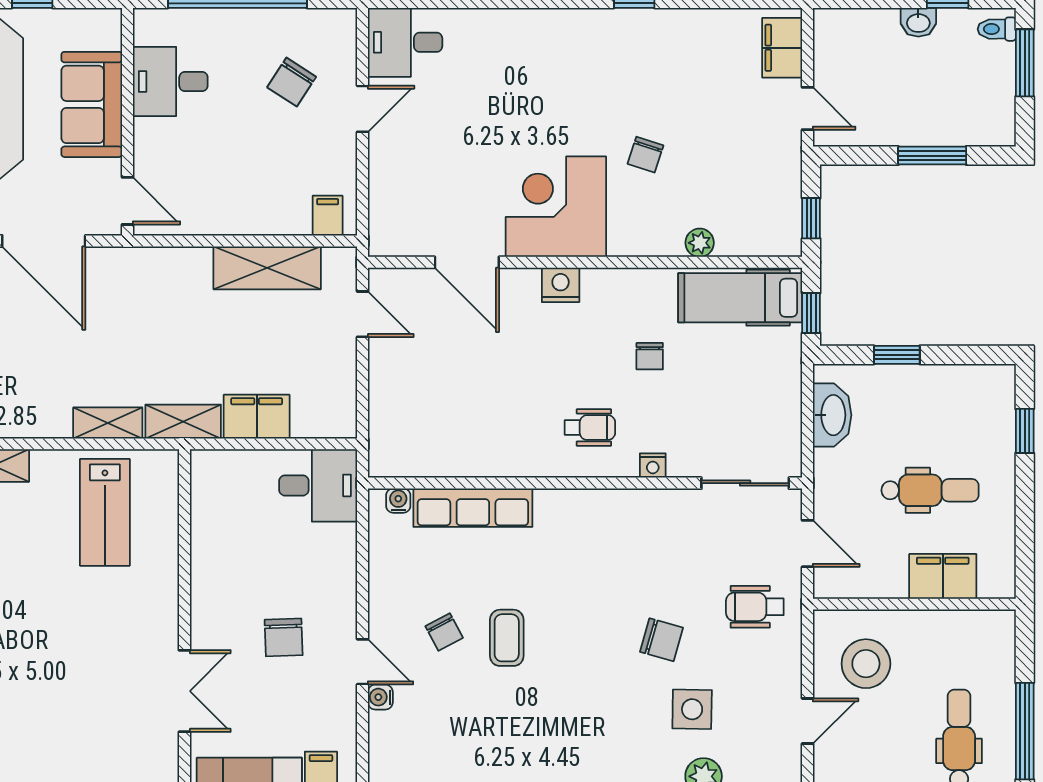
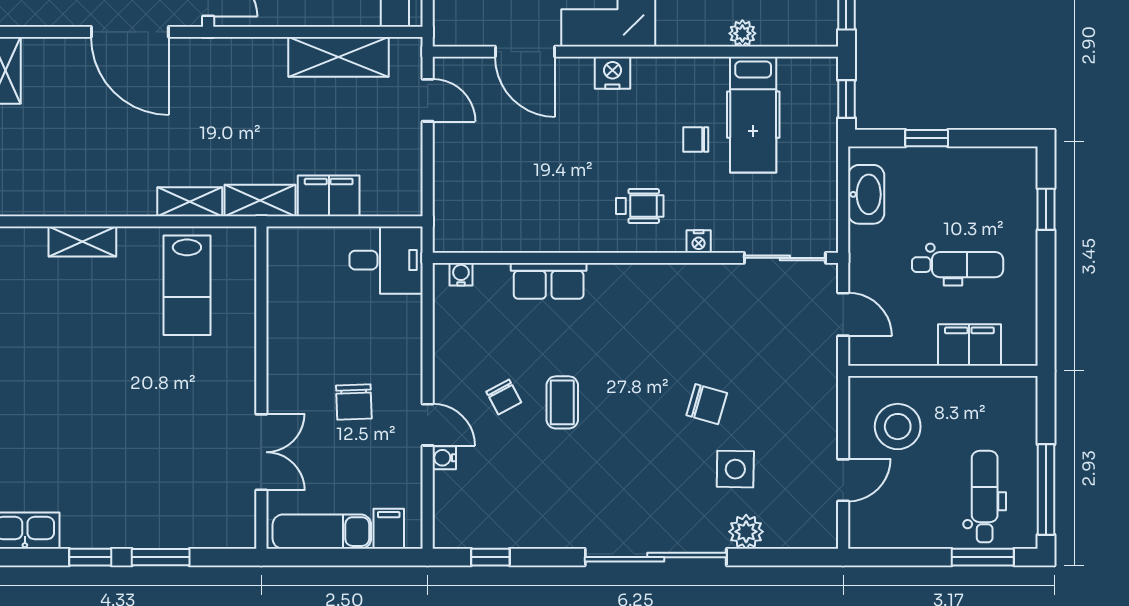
hospital bed: (740, 298) -> (753, 115), moved, turned -90
chair: (650, 356) -> (696, 139), turned 90
row of seats: (473, 508) -> (549, 281), width x0.68
wheelchair: (755, 607) -> (794, 373), removed

